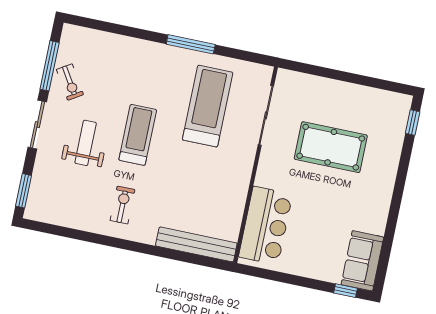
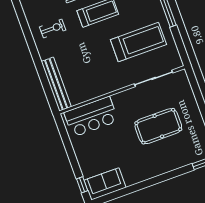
pool table: (331, 147) -> (158, 126), turned 90

